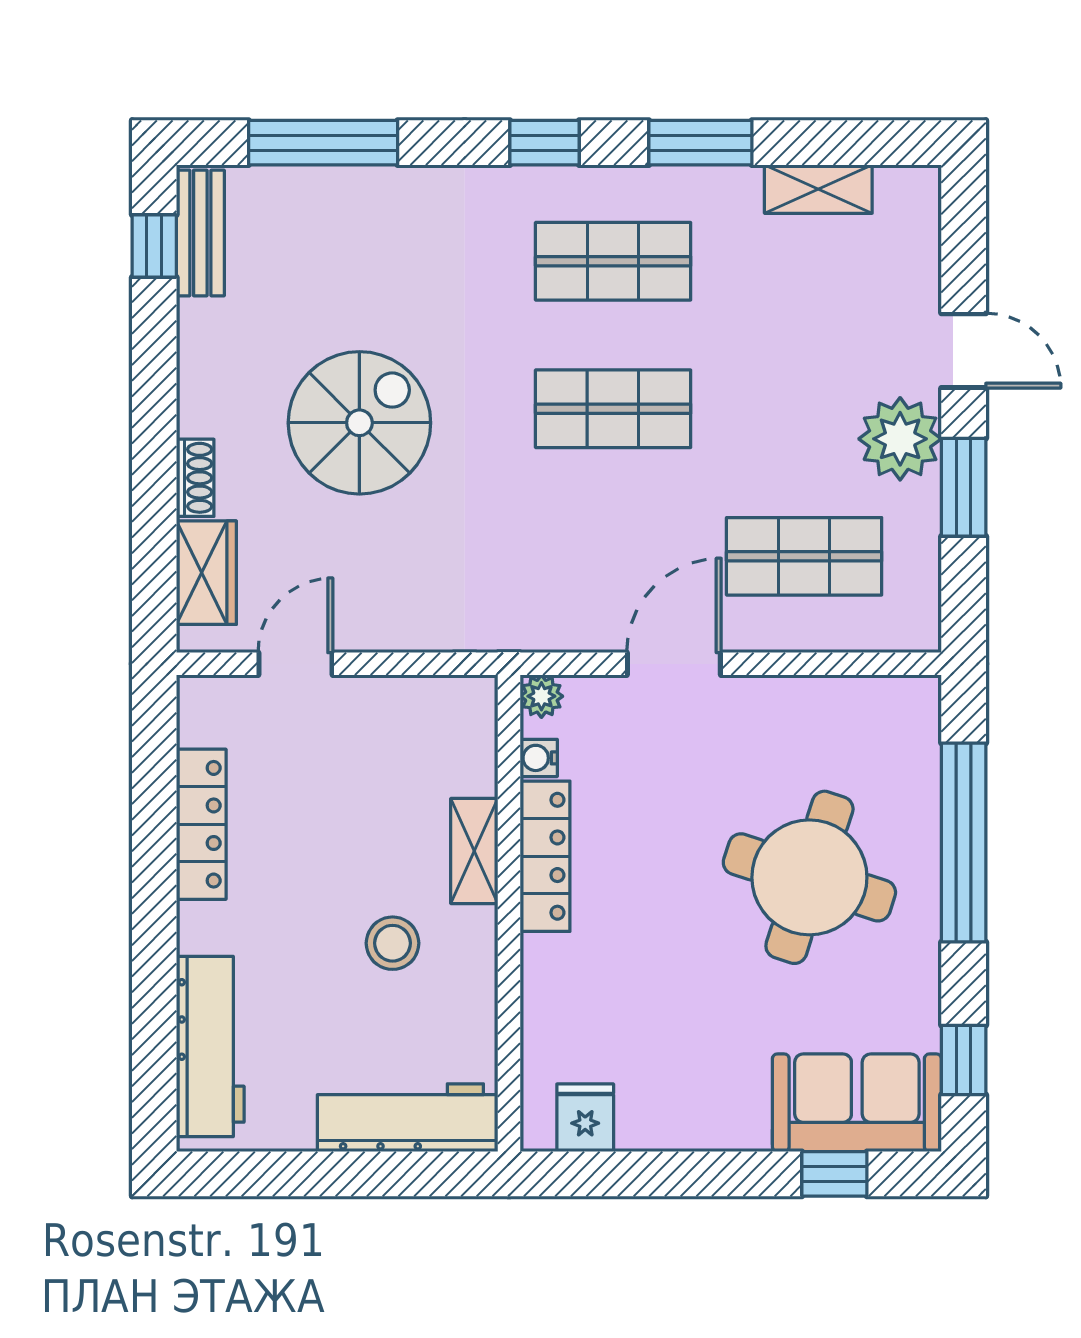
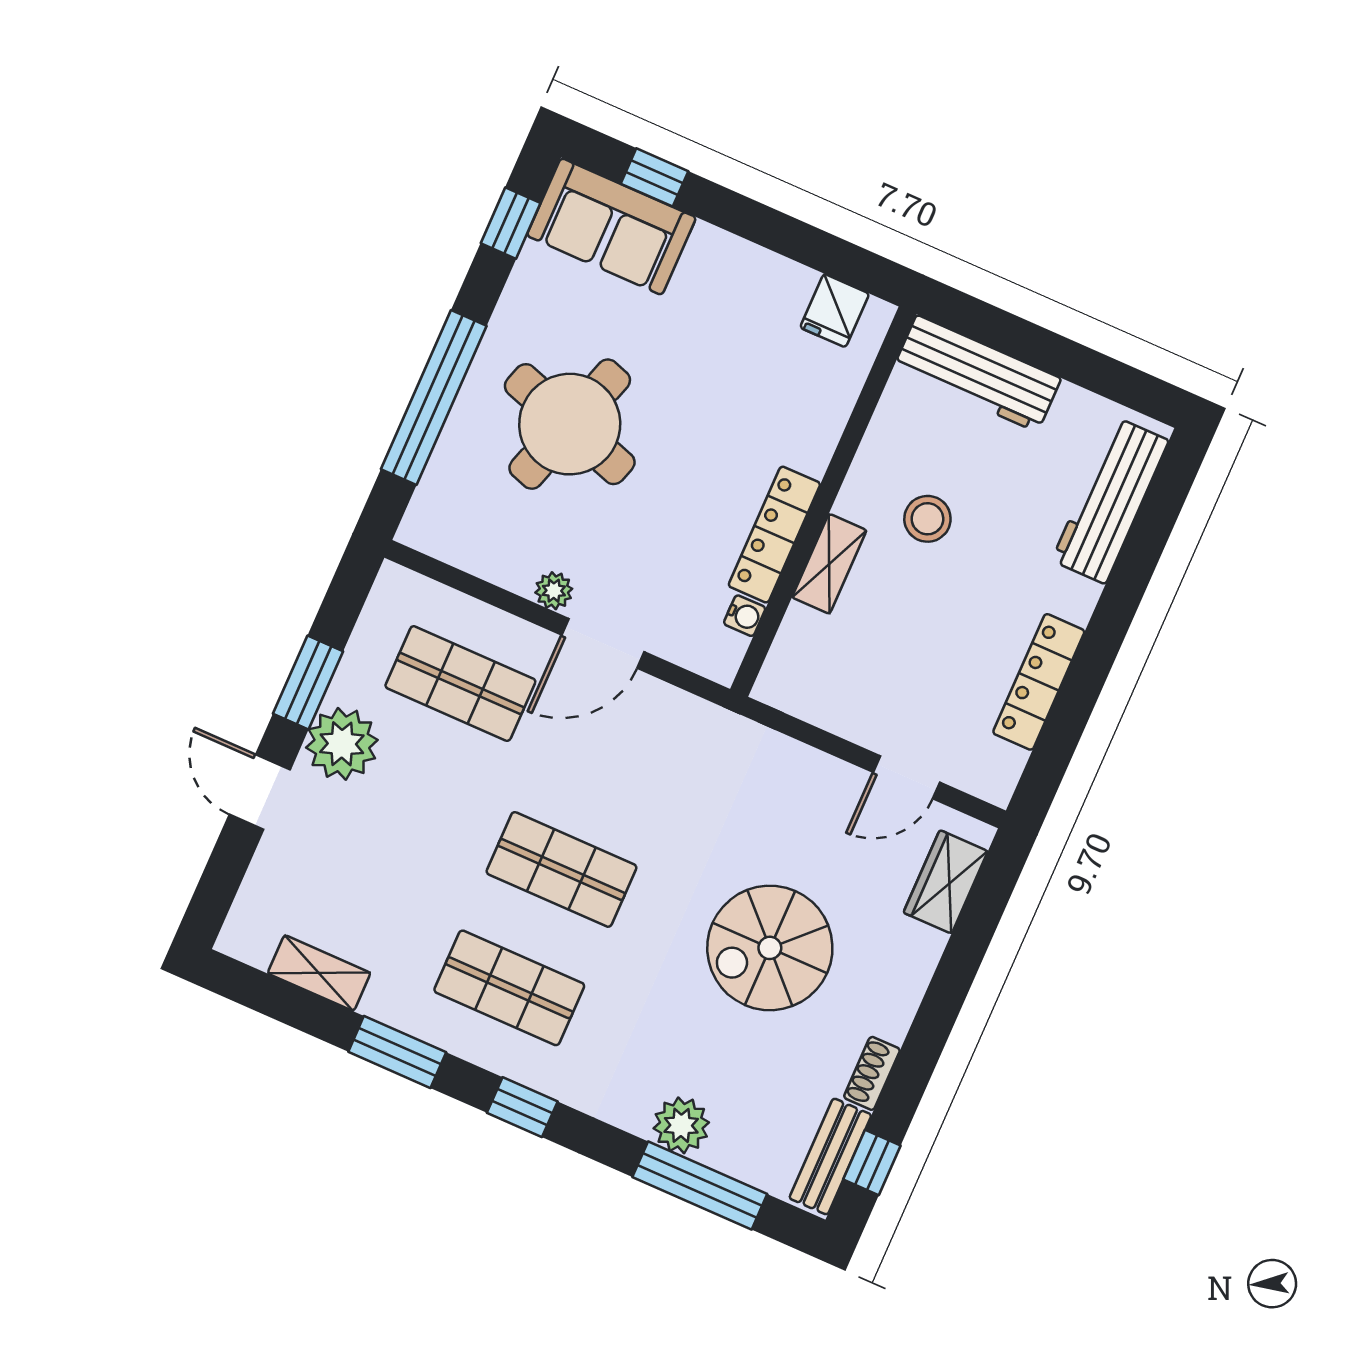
plant: (370, 197) -> (681, 1125), added
shoe rack: (195, 478) -> (872, 1073), moved
plant: (541, 696) -> (554, 591), moved

